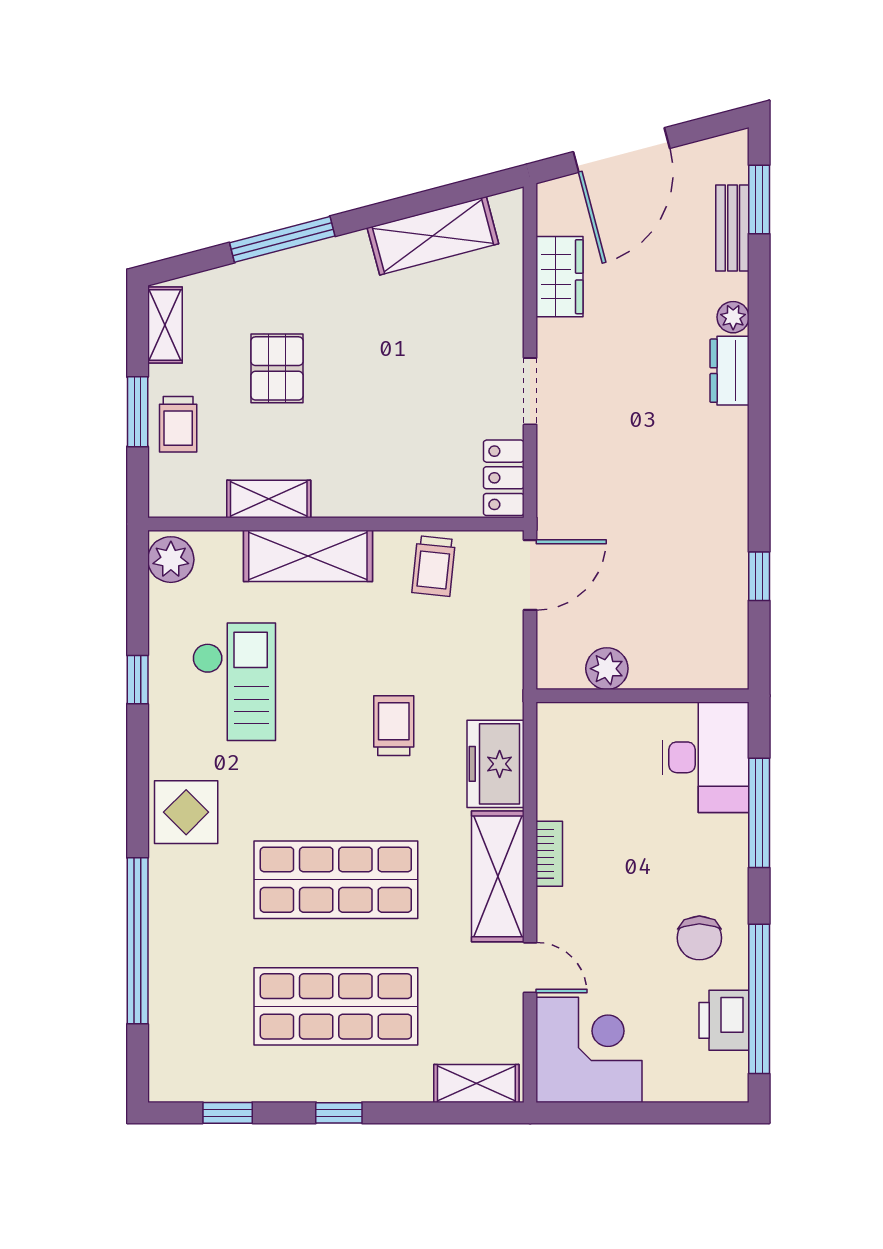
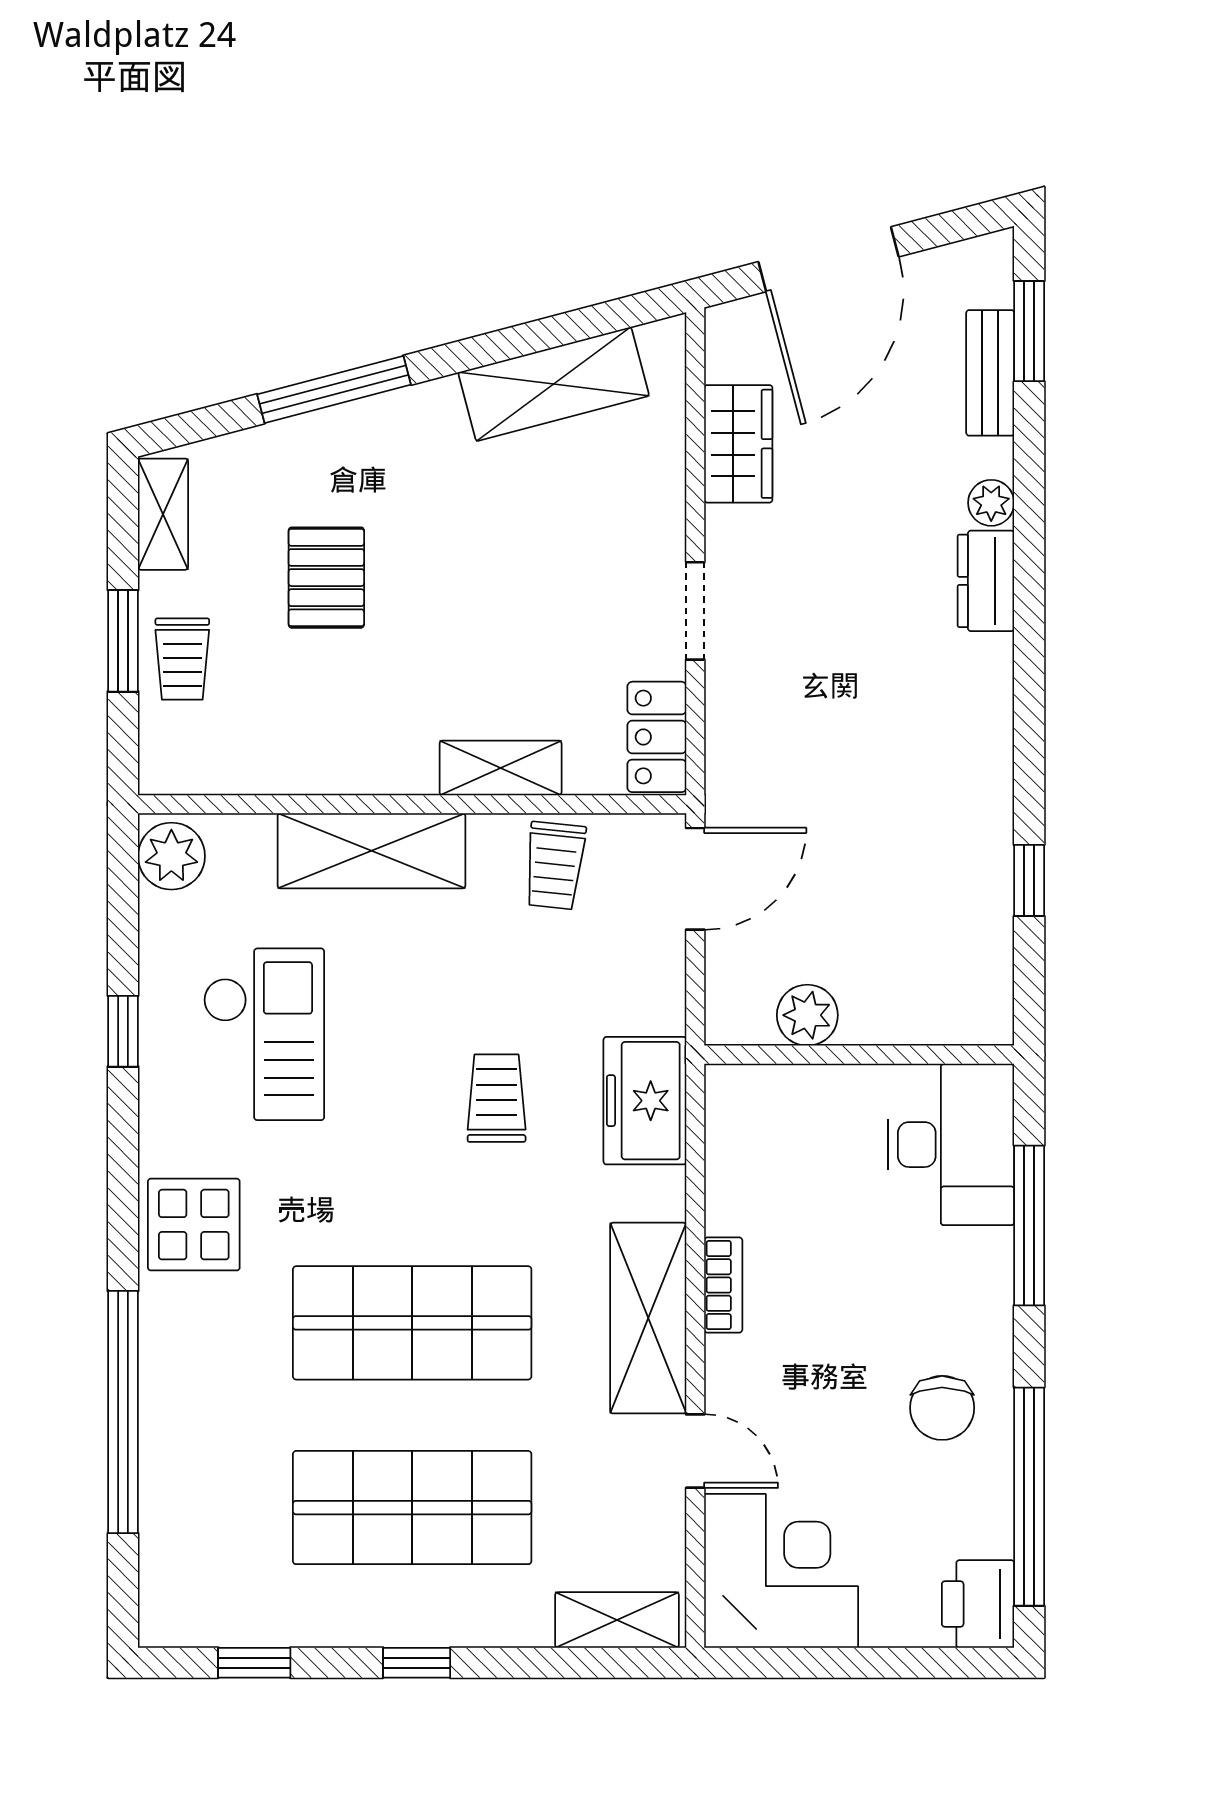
shelving: (269, 499) -> (501, 768), moved
freezer: (496, 764) -> (645, 1101), moved
printer: (724, 1020) -> (978, 1604), moved

